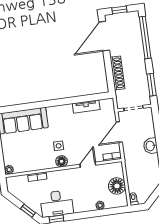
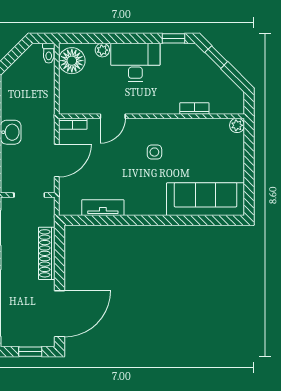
floor lamp: (62, 161) -> (153, 127), removed
floor lamp: (117, 186) -> (72, 61), moved
desk: (57, 203) -> (135, 62), moved

